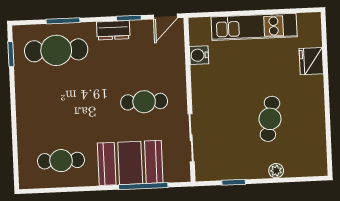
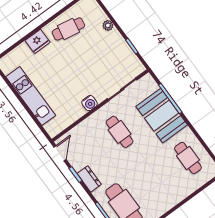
door: (165, 16) -> (60, 153), hinge flipped
water cooler: (199, 55) -> (90, 103), moved
fridge: (311, 61) -> (38, 41), moved
cafe table: (270, 119) -> (68, 29), moved

